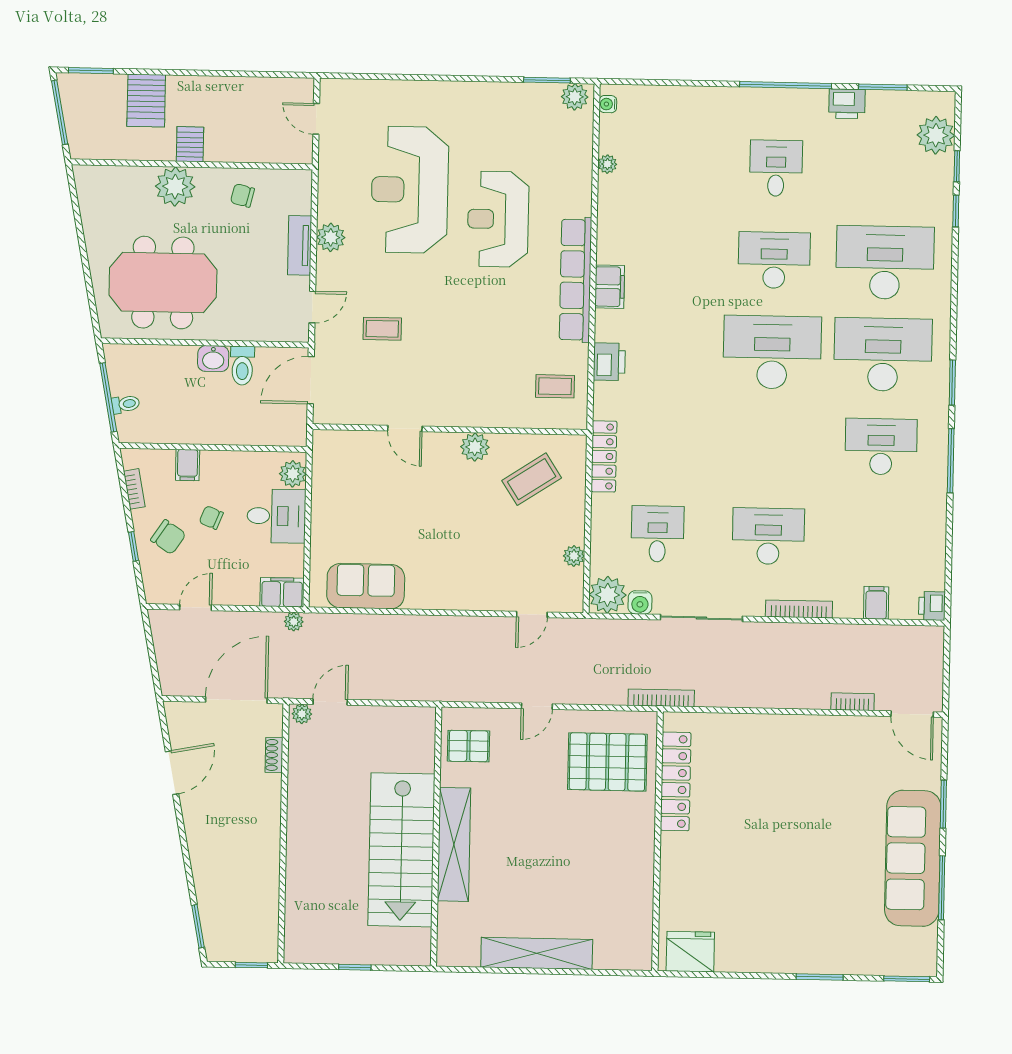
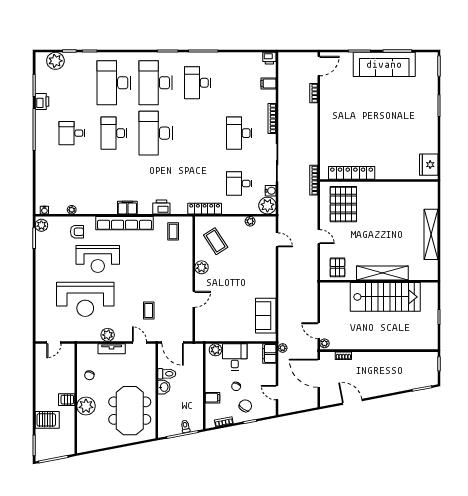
armchair: (559, 175) -> (77, 232), added

